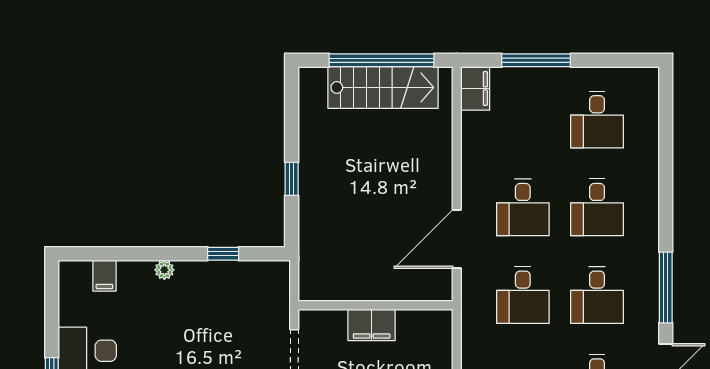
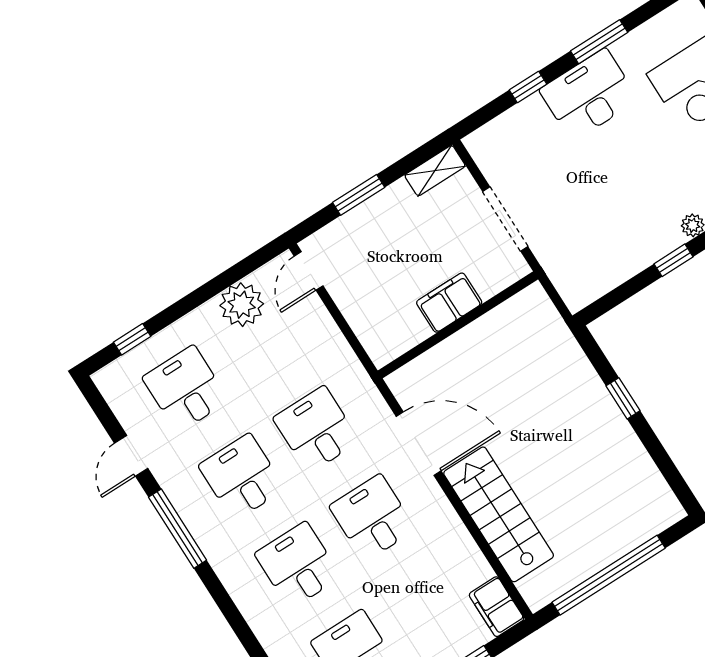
stairs: (383, 87) -> (499, 514), moved, turned 90
door: (457, 239) -> (419, 444), hinge flipped
window: (223, 254) -> (674, 260), moved

